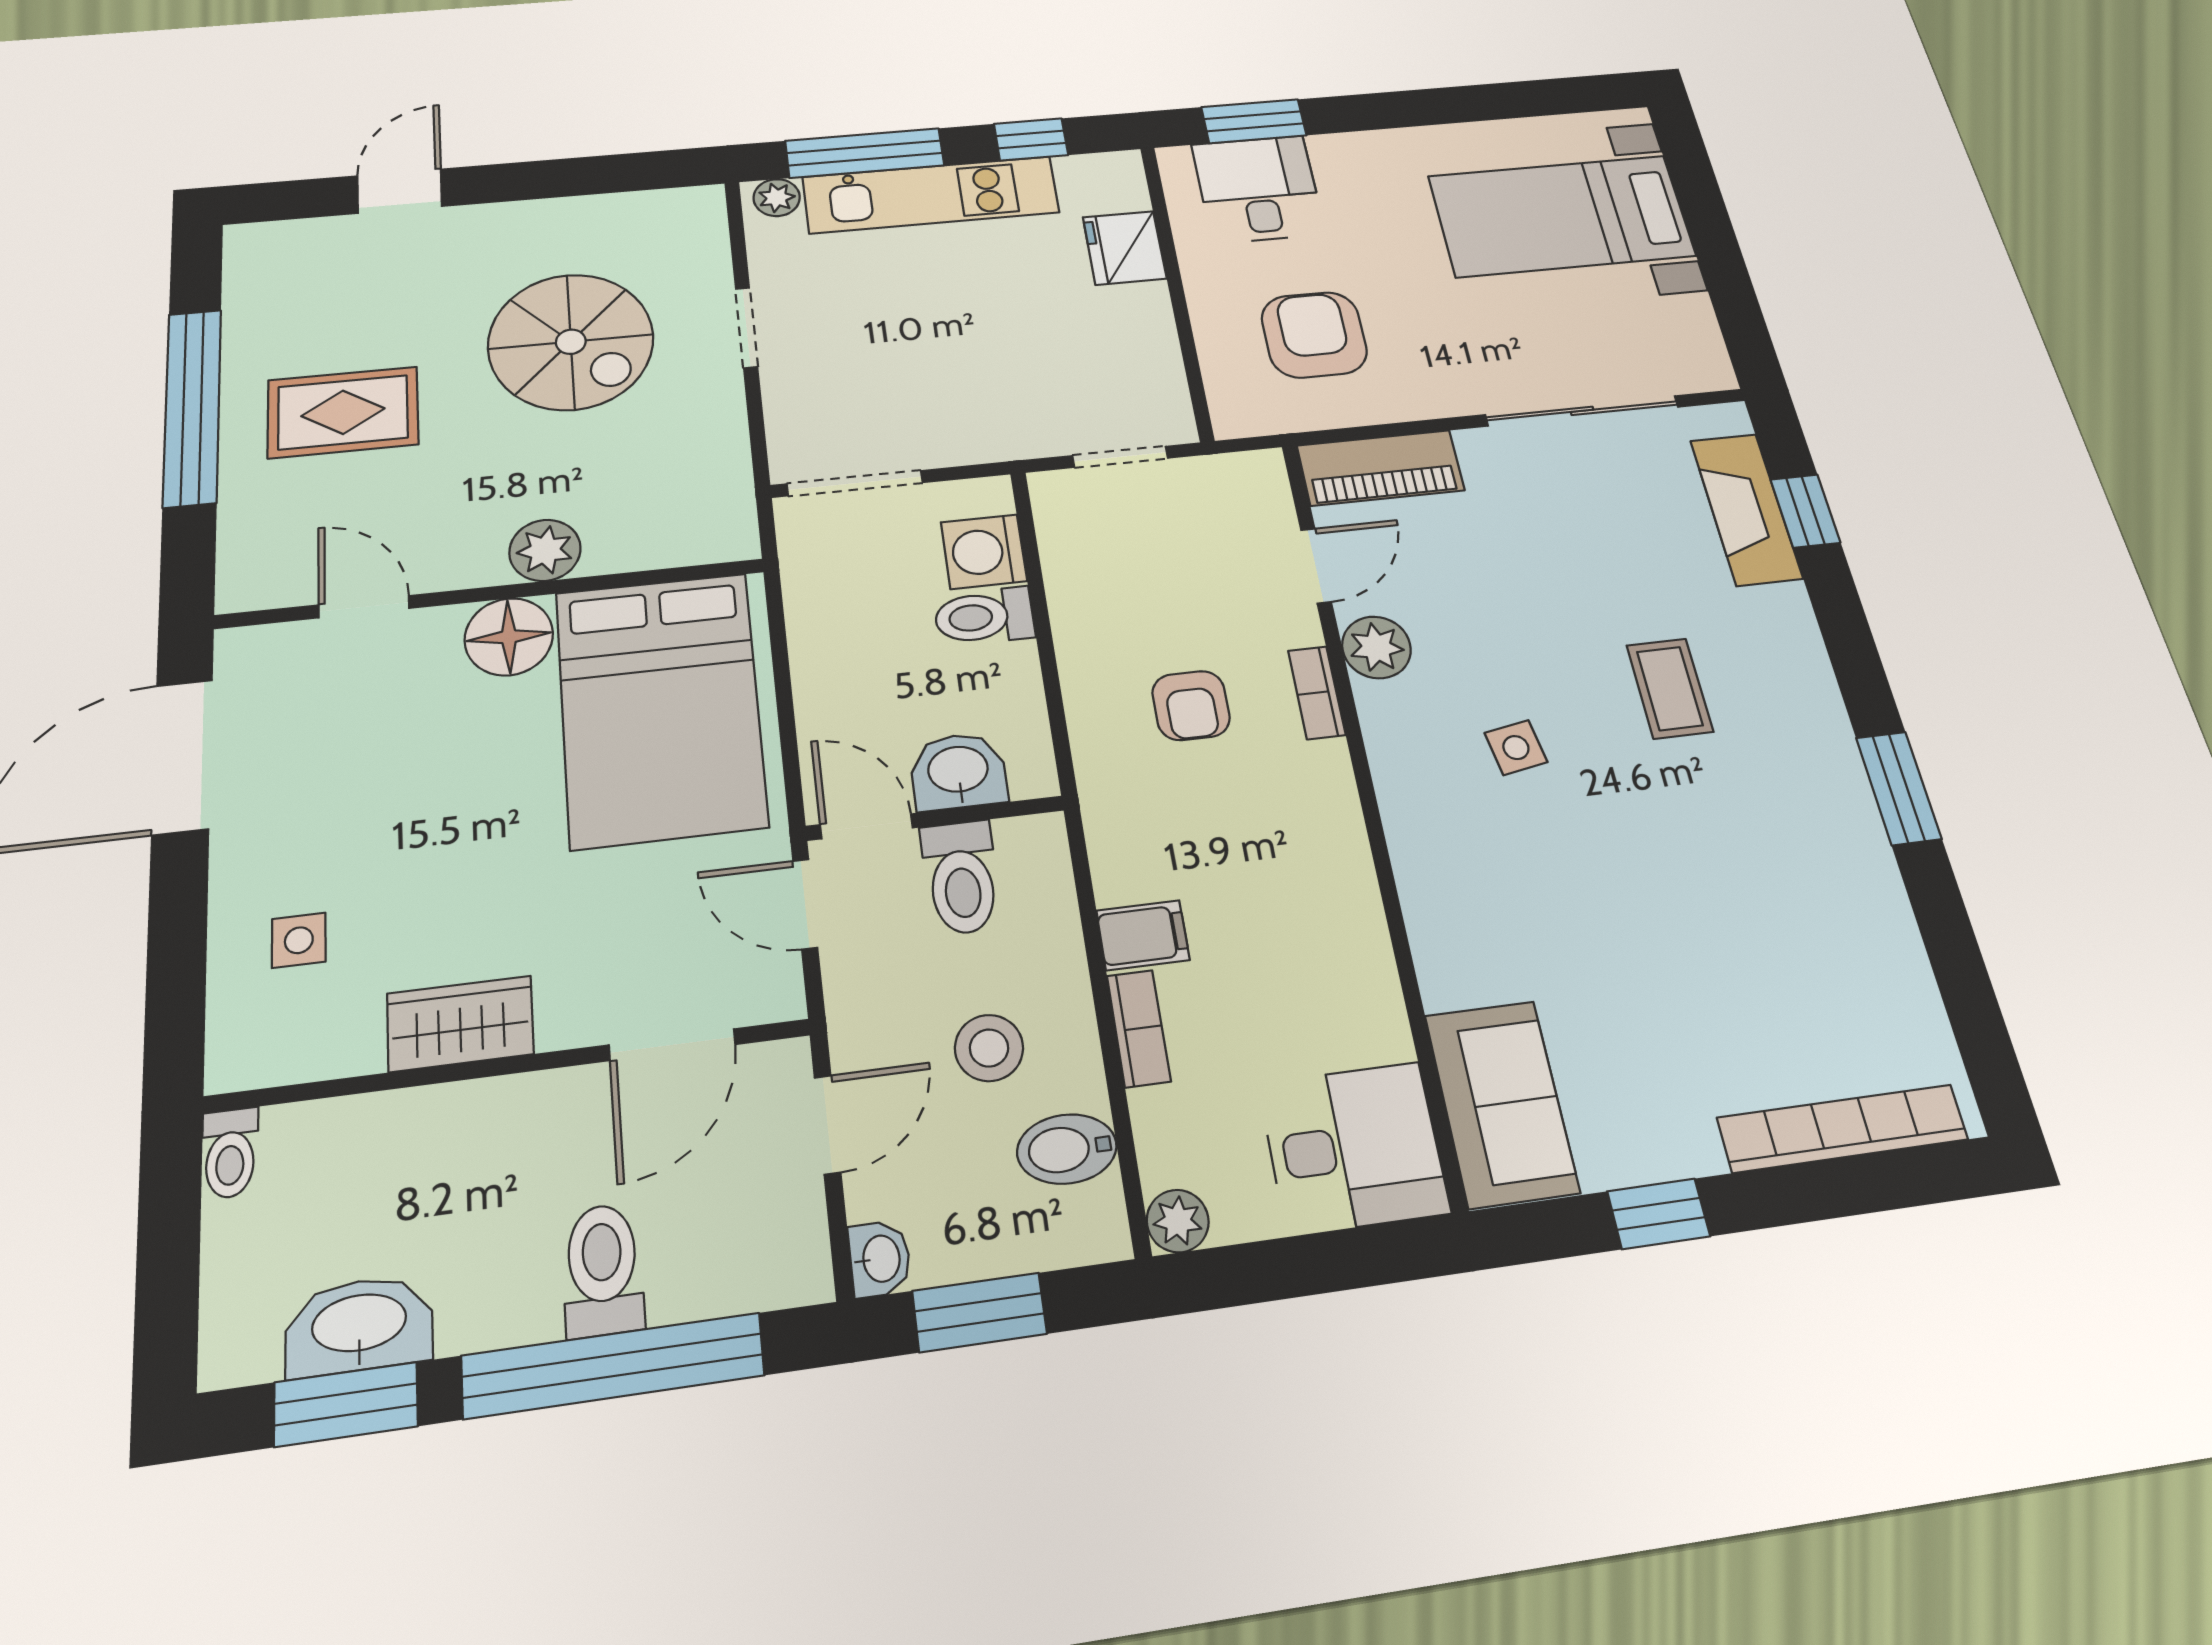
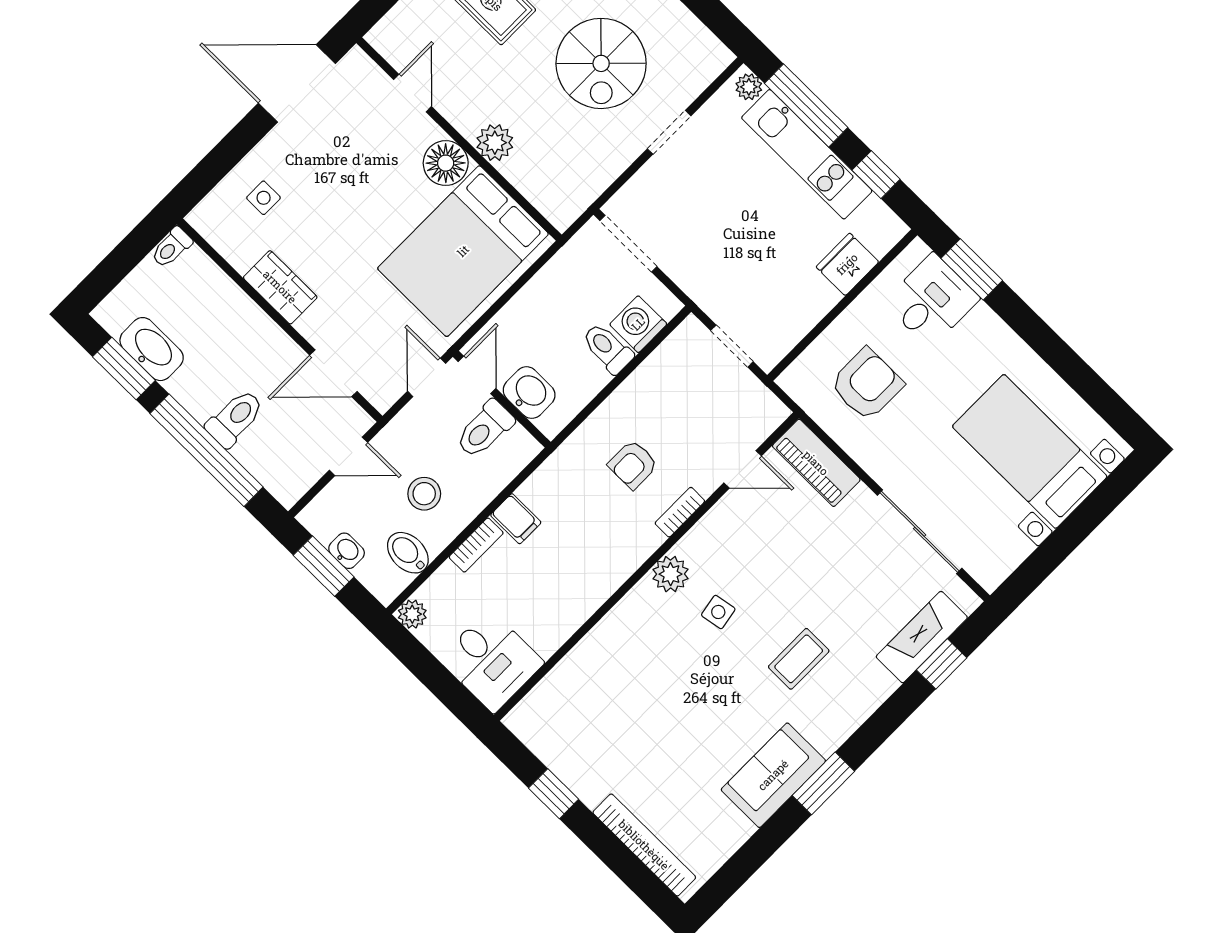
plant: (1376, 647) -> (671, 574), moved
sofa: (1502, 1103) -> (773, 775), moved, turned 180
washbasin: (880, 1259) -> (347, 551), moved, turned -90

